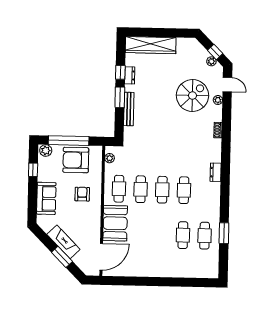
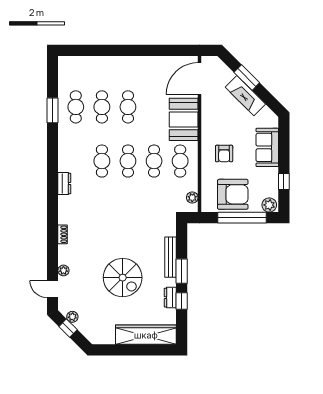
spiral stairs: (192, 96) -> (123, 278), moved, turned -90
cafe table: (161, 235) -> (128, 107), added

